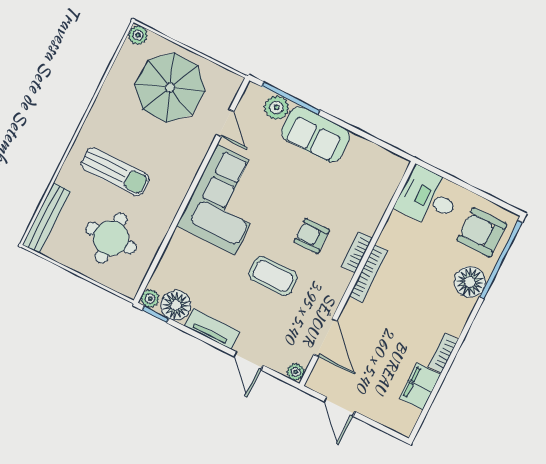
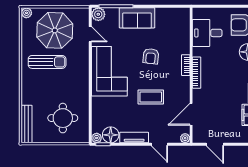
plant: (277, 108) -> (98, 14), moved
sun lounger: (115, 172) -> (47, 62), moved
desk: (428, 198) -> (207, 33), moved
armchair: (312, 236) -> (151, 56), moved, turned -84
door: (325, 338) -> (191, 114), swing flipped

